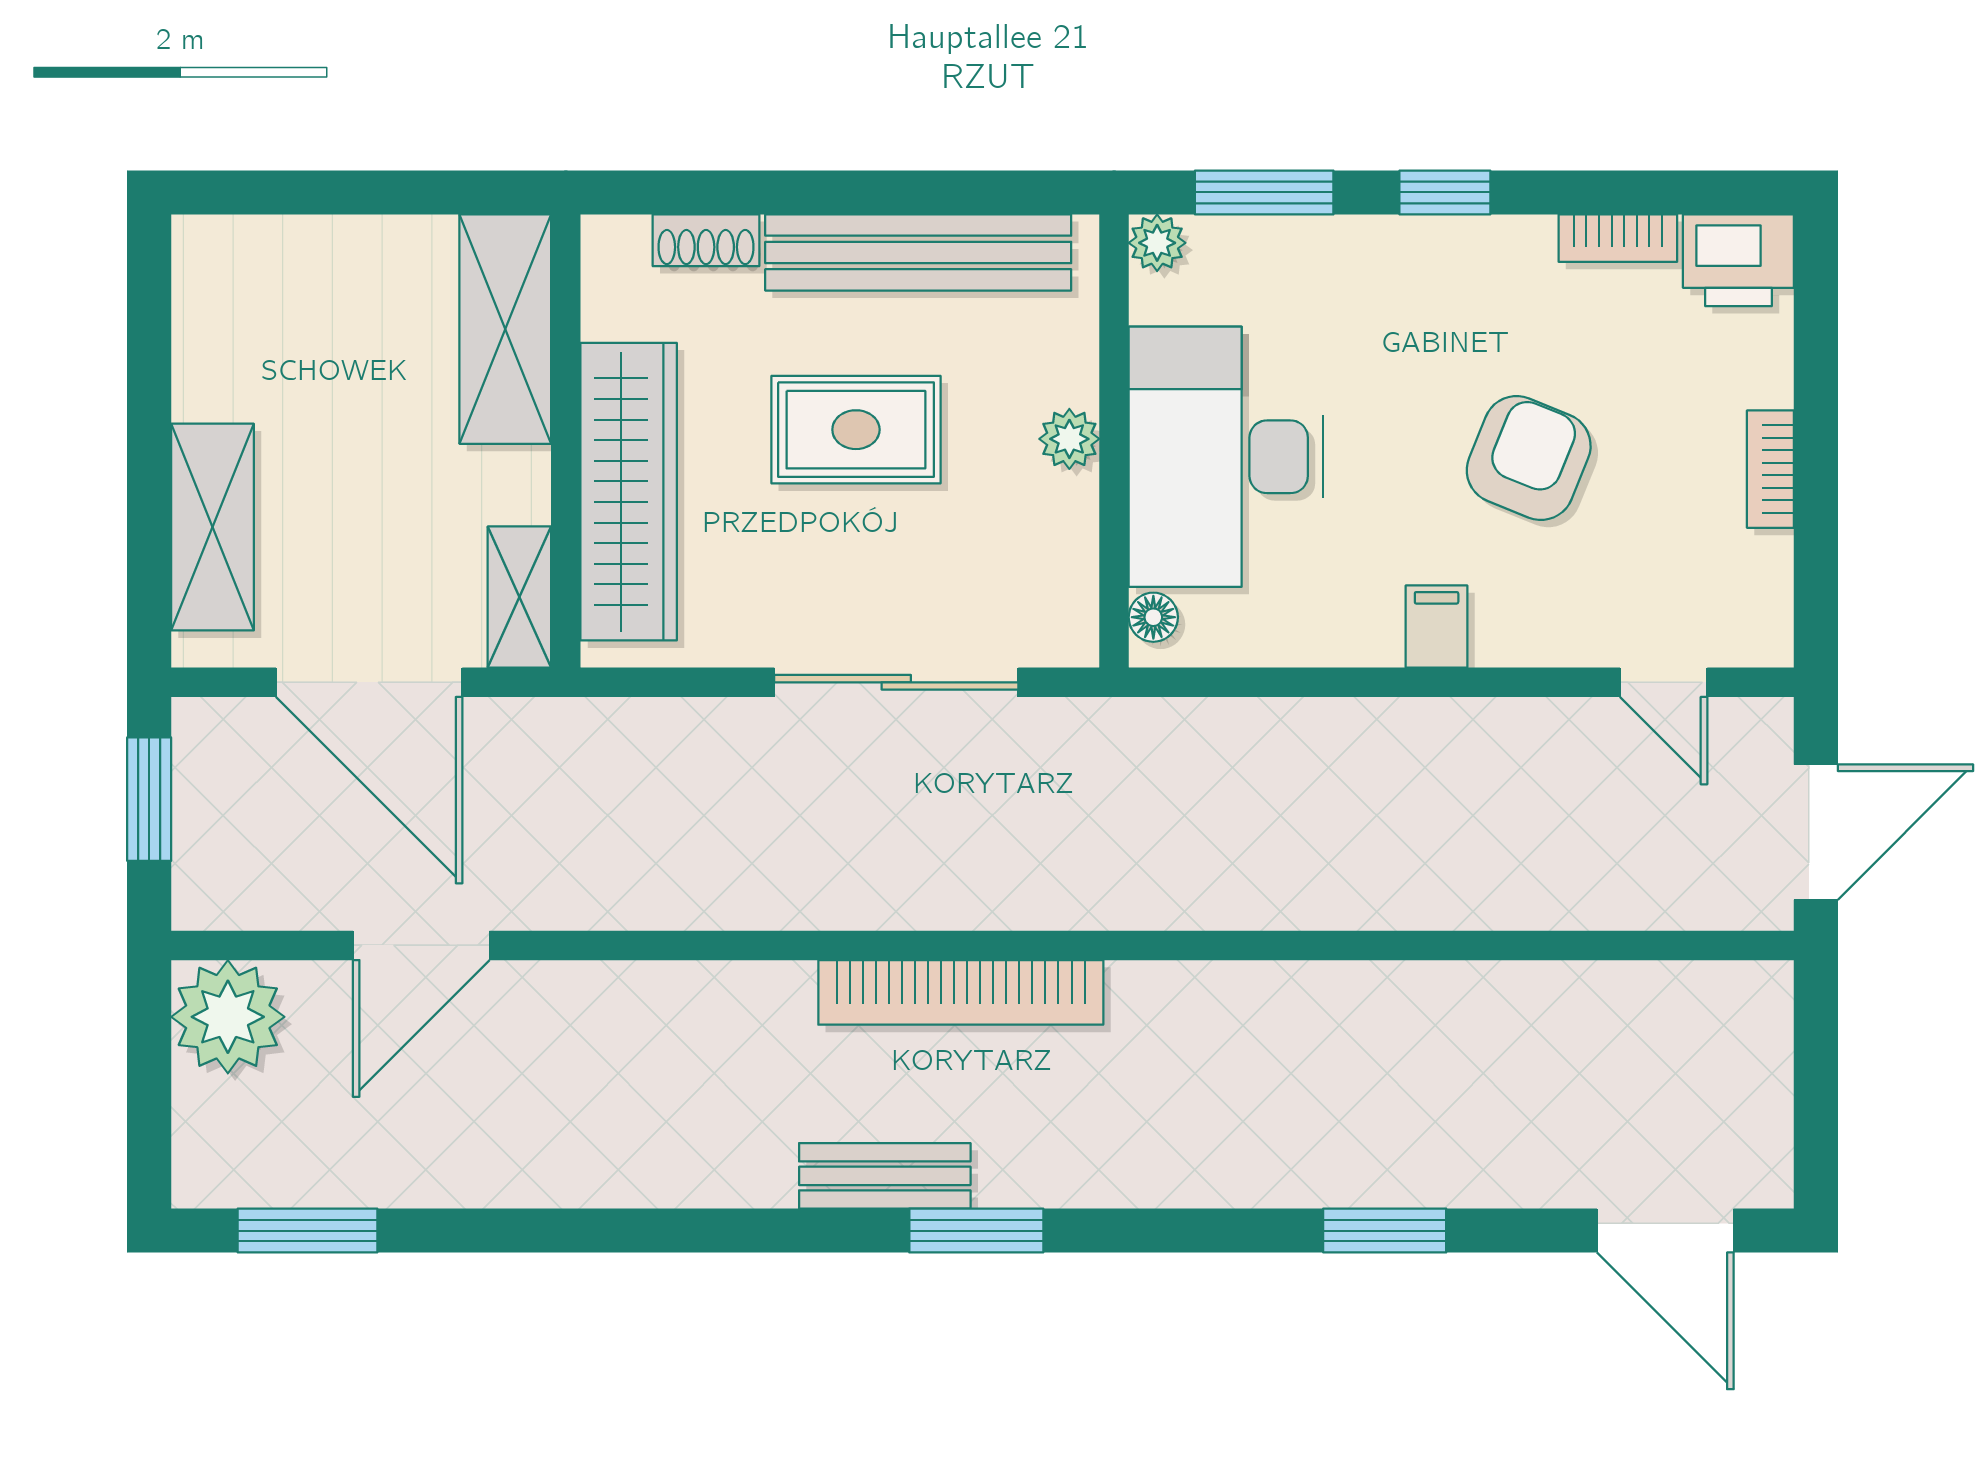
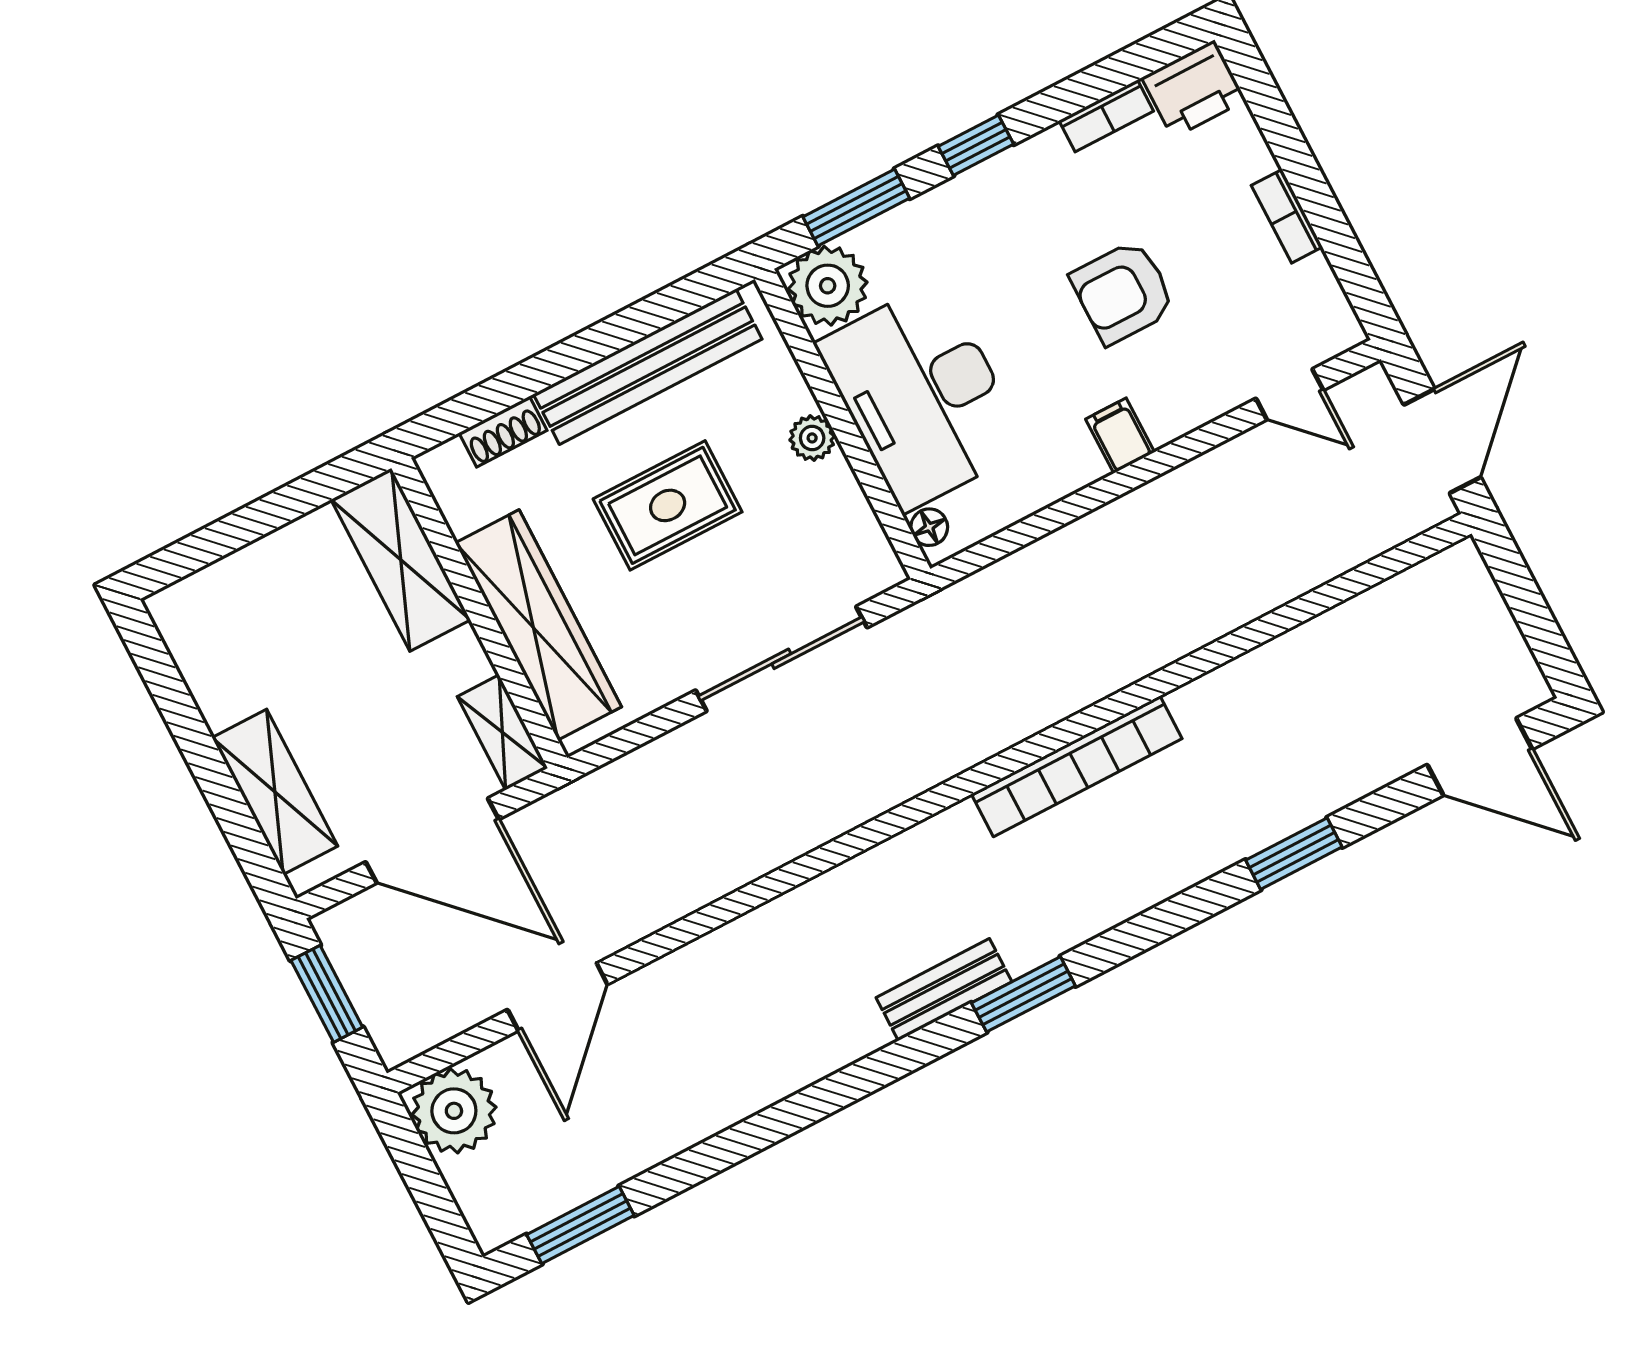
plant: (1157, 243) -> (828, 286), width x1.87, depth x1.87
armchair: (1529, 458) -> (1123, 292), turned -112
bookcase: (961, 992) -> (1077, 766), moved

